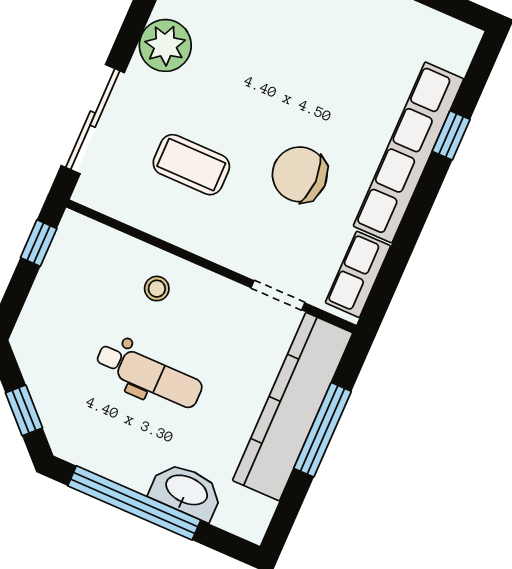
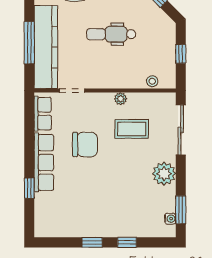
row of seats: (408, 152) -> (44, 162), width x0.73
plant: (187, 236) -> (121, 99), added
window: (39, 243) -> (181, 54), moved
stool: (157, 289) -> (152, 81), moved

